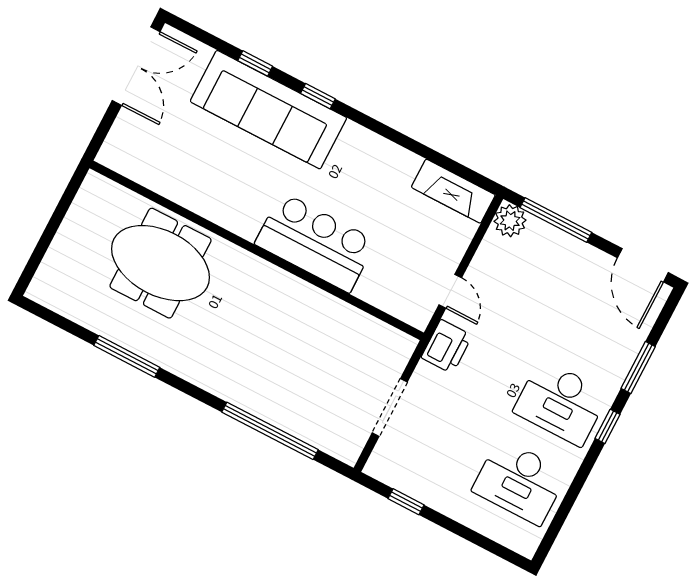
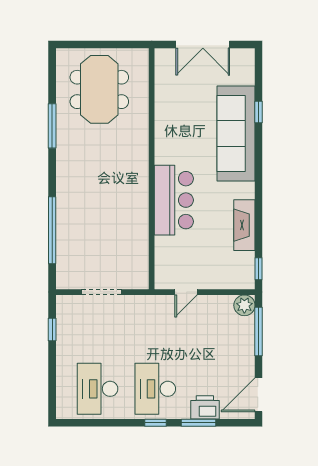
double door: (136, 66) -> (203, 45), moved
window: (318, 96) -> (259, 269), moved
fireplace: (453, 191) -> (244, 225), moved
meeting table: (161, 263) -> (99, 89), moved
printer: (447, 346) -> (205, 407), moved, turned 180

